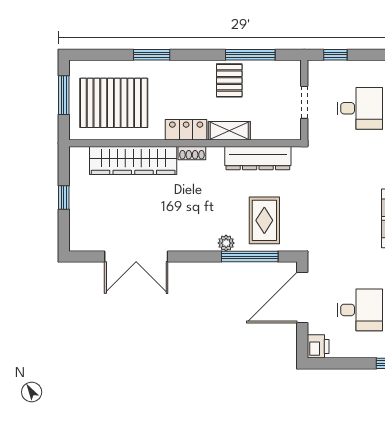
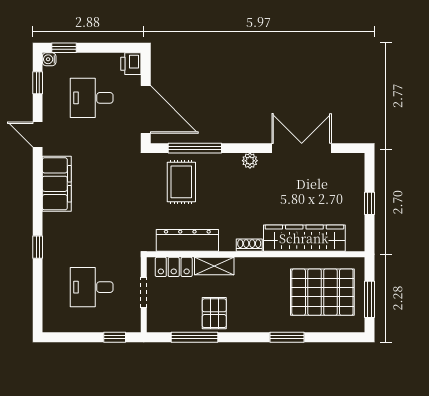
locker: (186, 130) -> (174, 267), moved
plant: (226, 243) -> (250, 161), moved
door: (302, 298) -> (146, 110), hinge flipped

